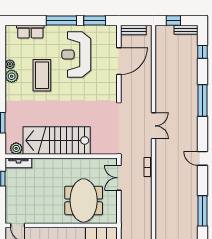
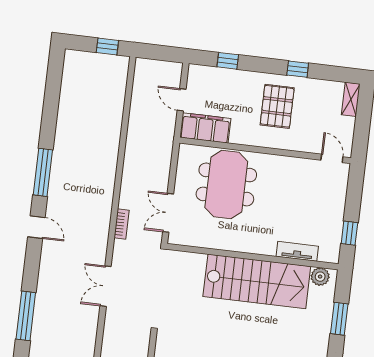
tv unit: (18, 163) -> (297, 251), moved
double door: (119, 178) -> (168, 213), swing flipped
window: (203, 211) -> (43, 172), moved

